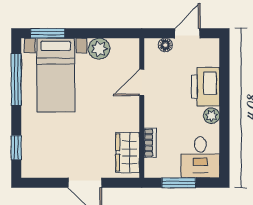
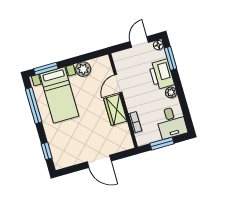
floor lamp: (165, 45) -> (158, 45), moved
window: (224, 68) -> (171, 58), added
wardrobe: (128, 153) -> (115, 110), moved

